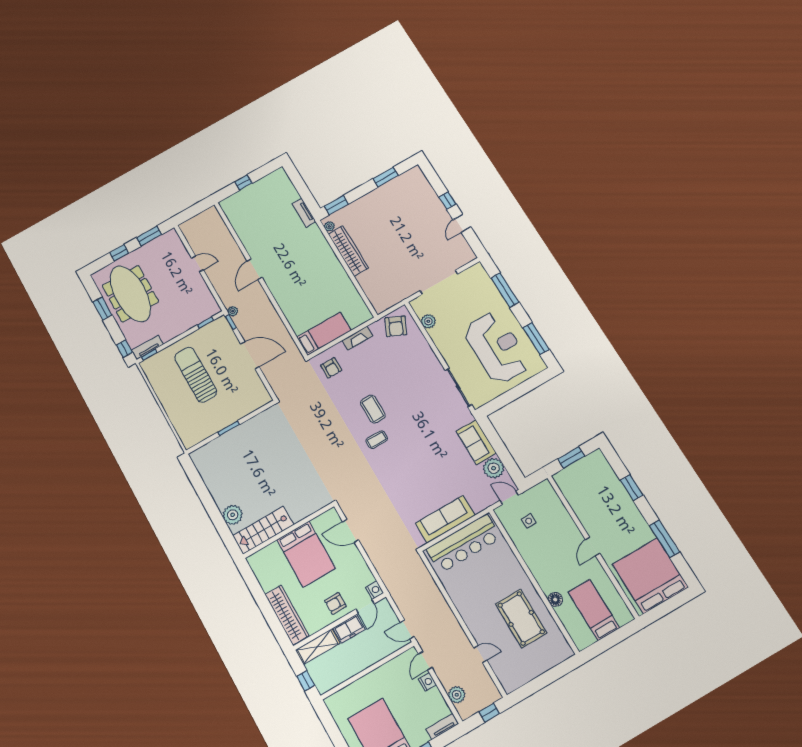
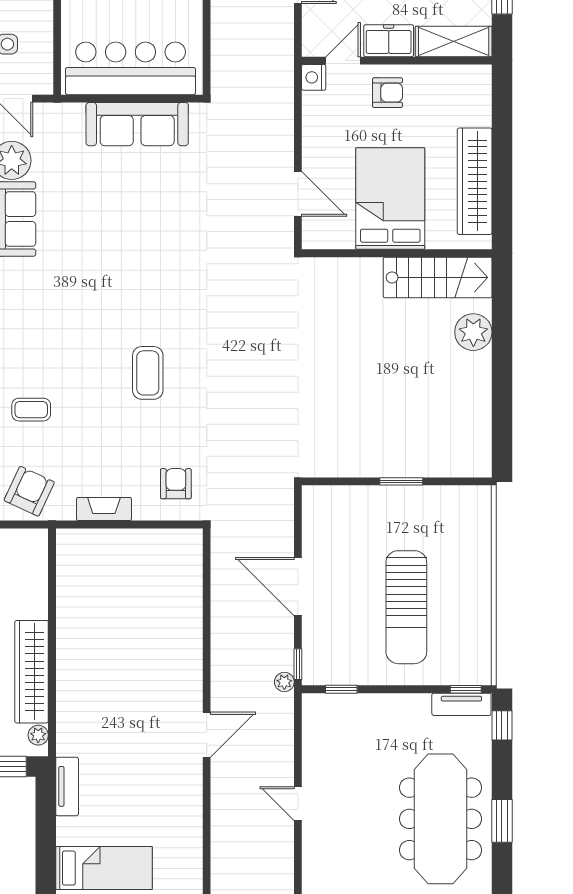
bed: (324, 334) -> (104, 868), moved, turned 180
coffee table: (377, 440) -> (31, 410), moved
wardrobe: (287, 615) -> (475, 181), moved

